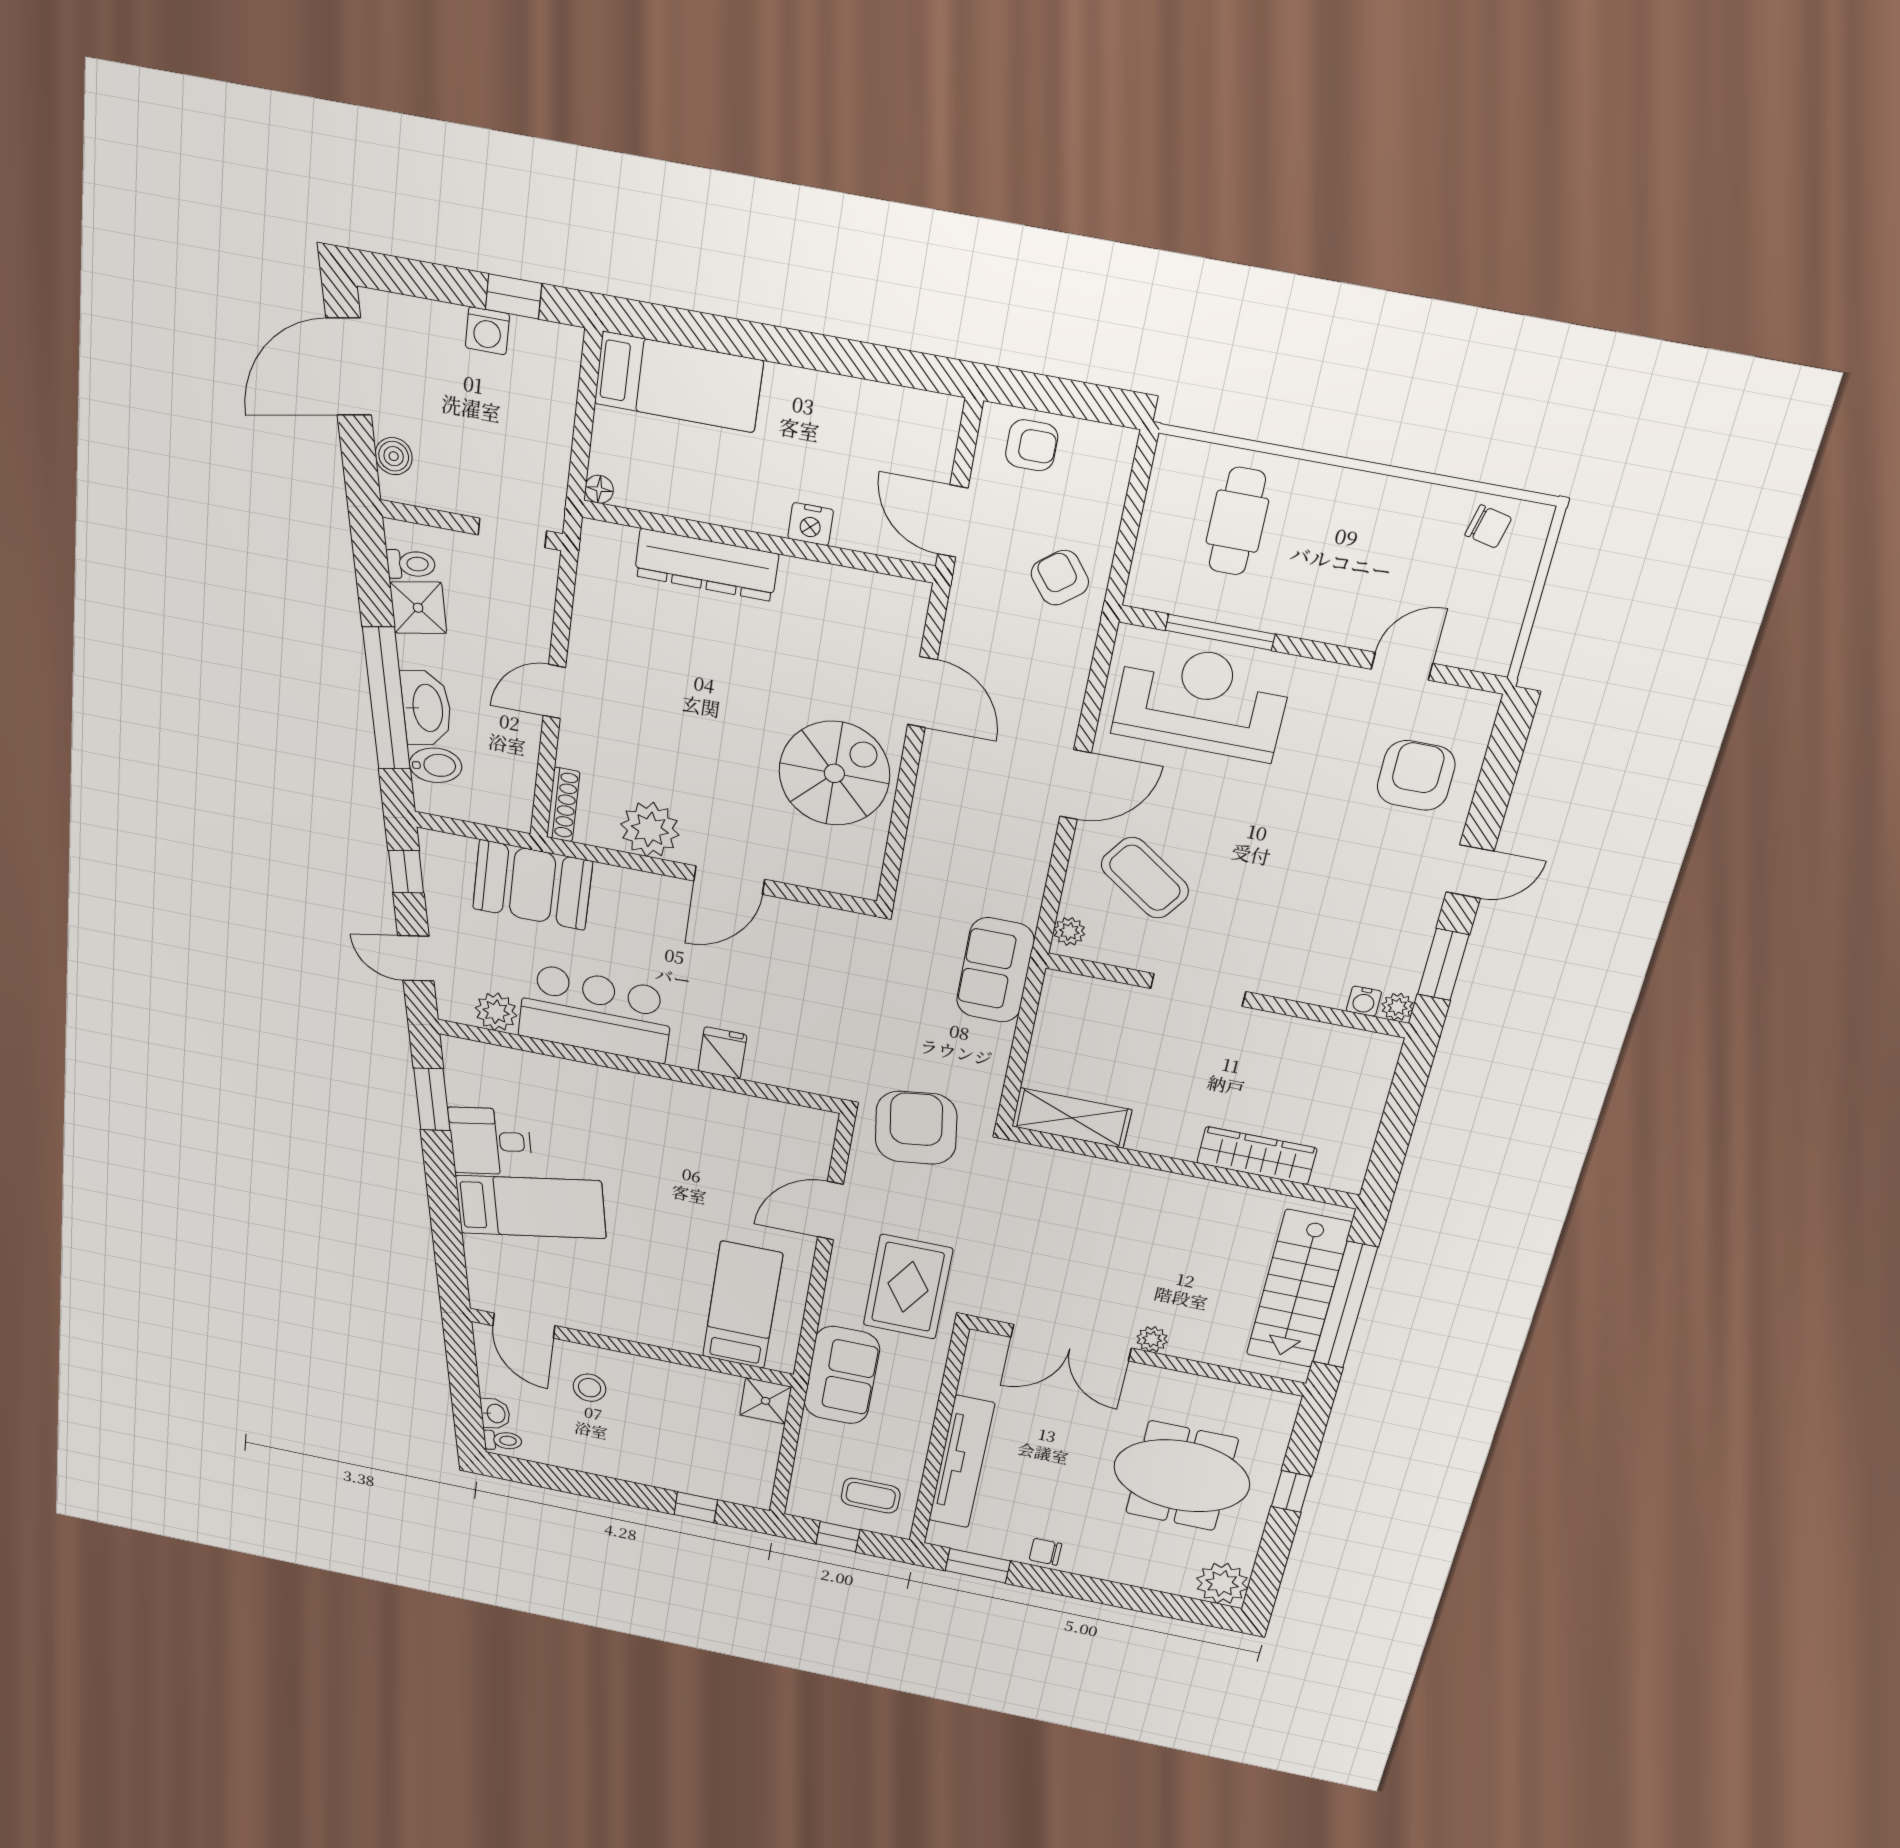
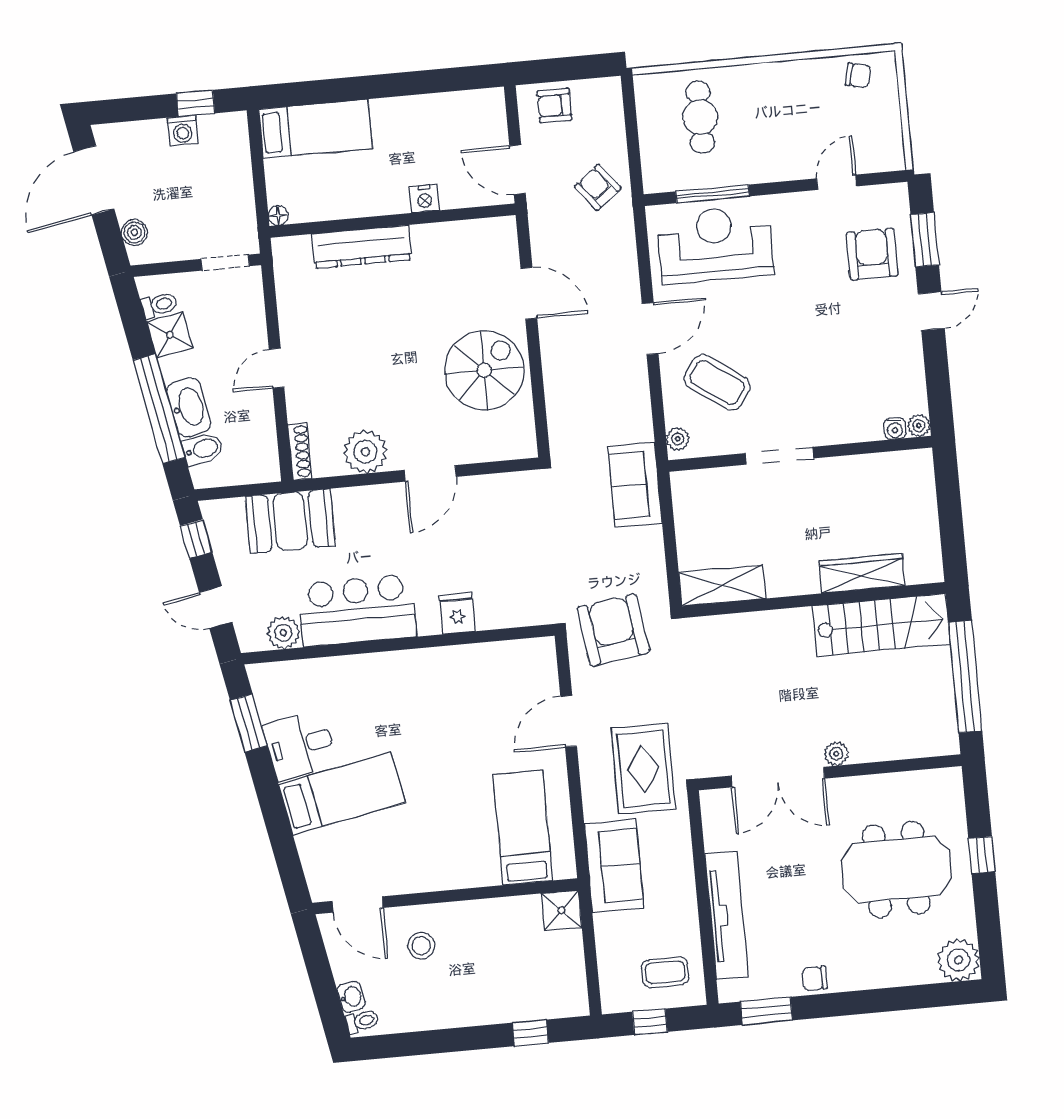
armchair: (1032, 445) -> (555, 105), turned 180
window: (1443, 965) -> (925, 240), moved
stairs: (1299, 1289) -> (881, 625), moved, turned -90

